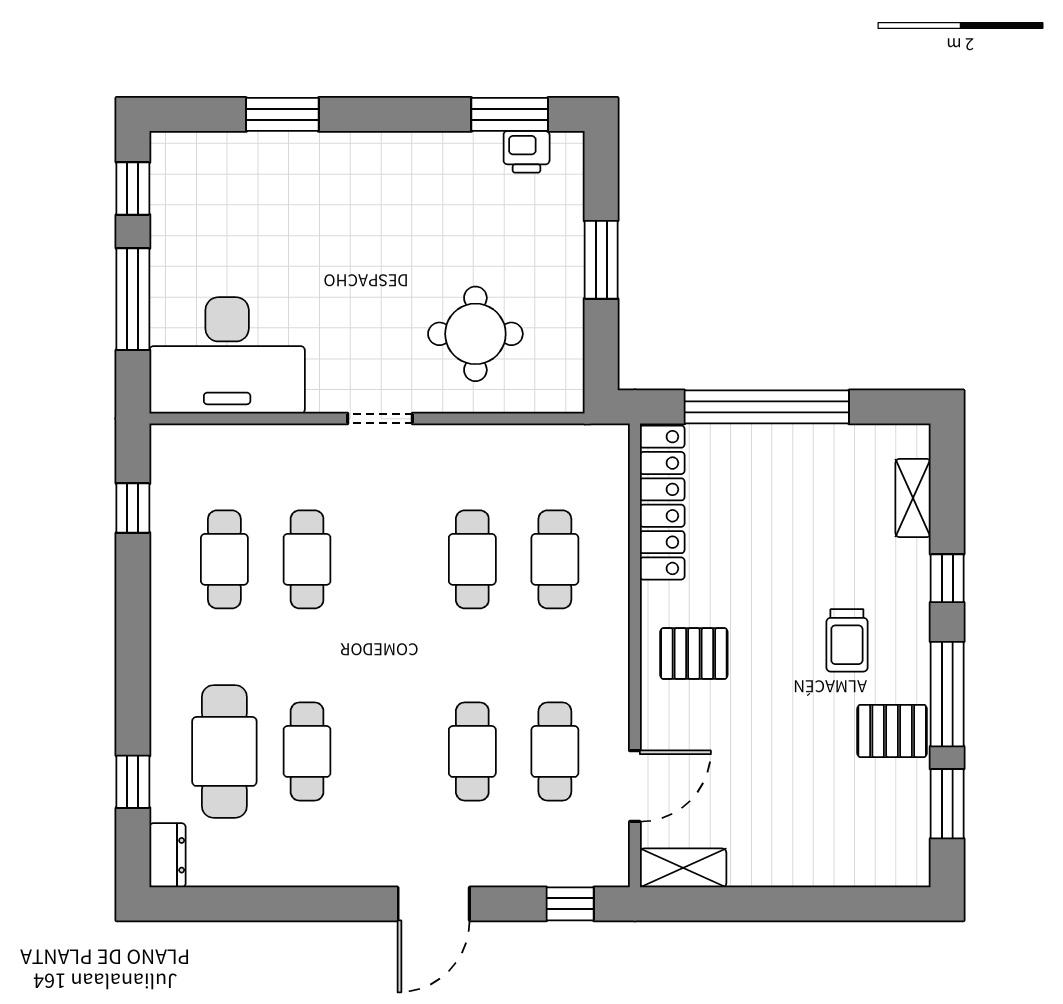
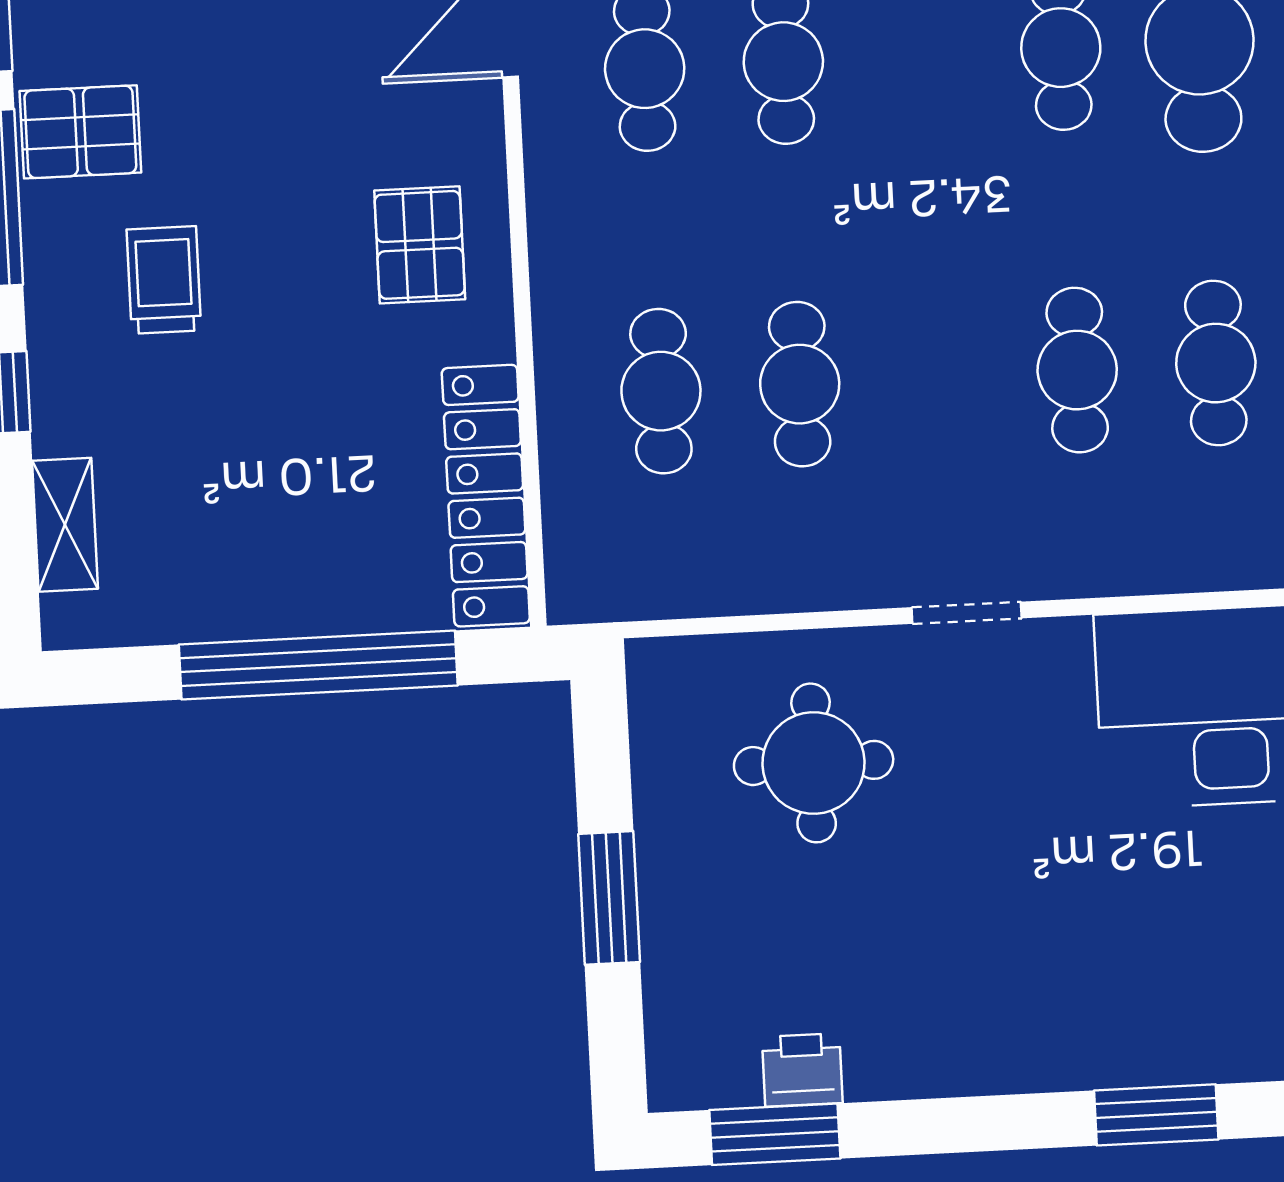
printer: (527, 152) -> (802, 1070), moved
pallet: (694, 654) -> (420, 245), turned 90

